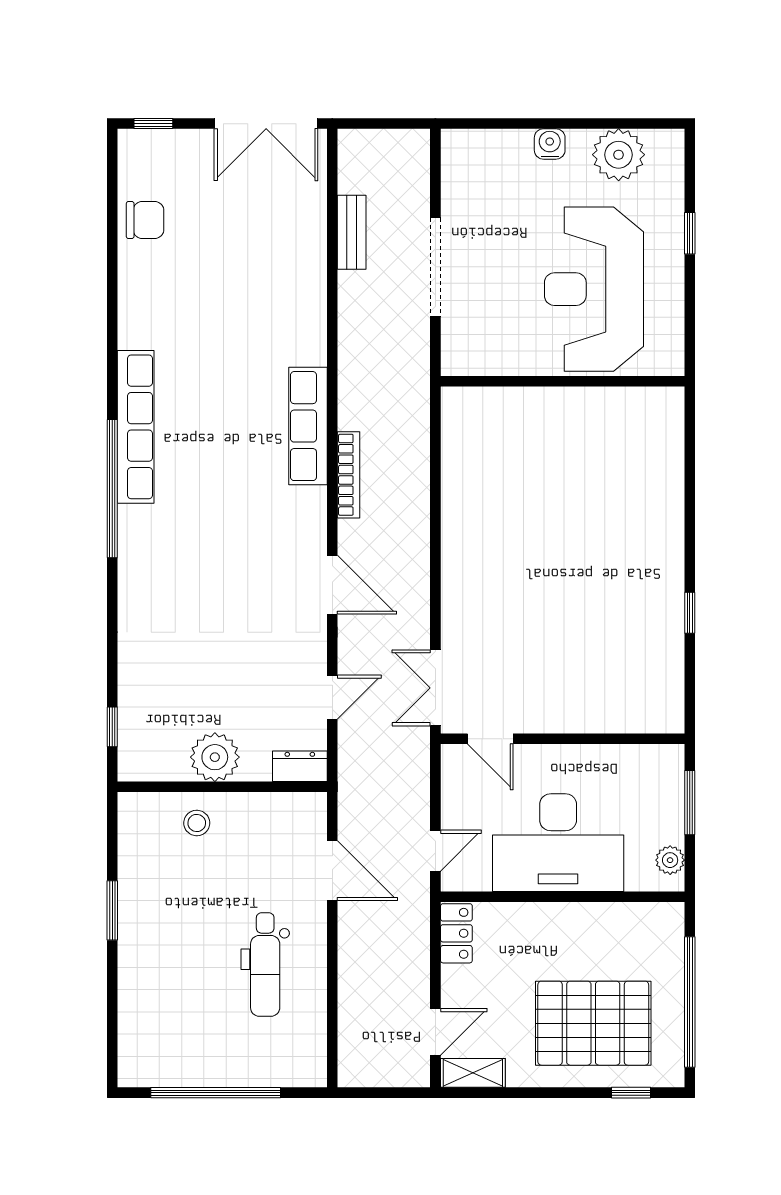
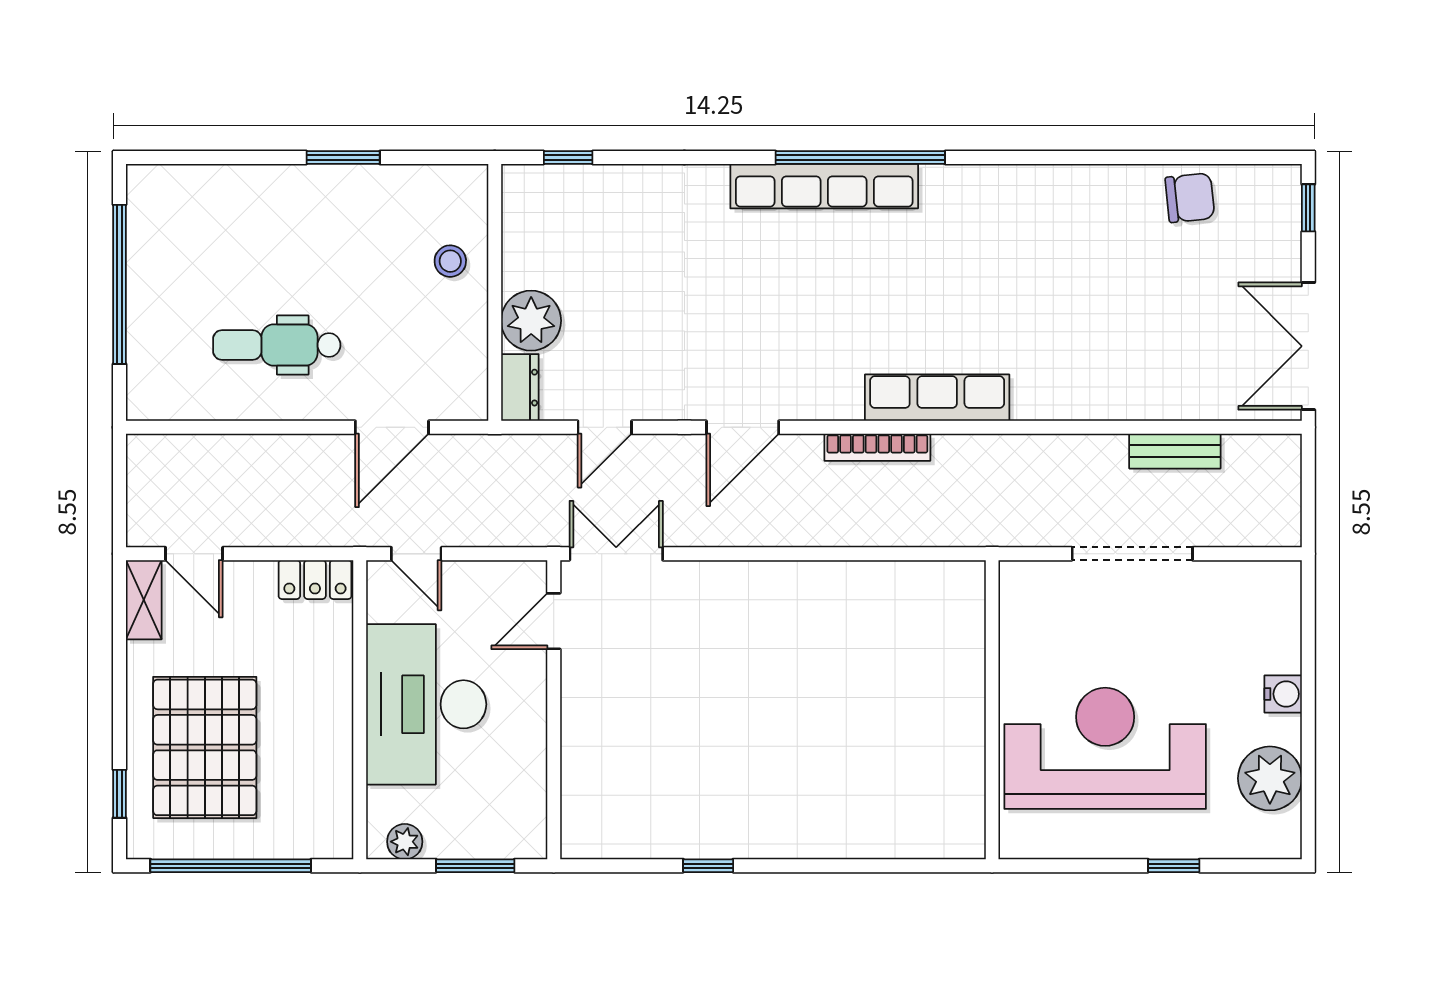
chair: (145, 220) -> (1190, 198), turned -96
row of seats: (136, 427) -> (824, 186), moved
door: (332, 697) -> (605, 427), hinge flipped
plant: (215, 757) -> (531, 321), moved

